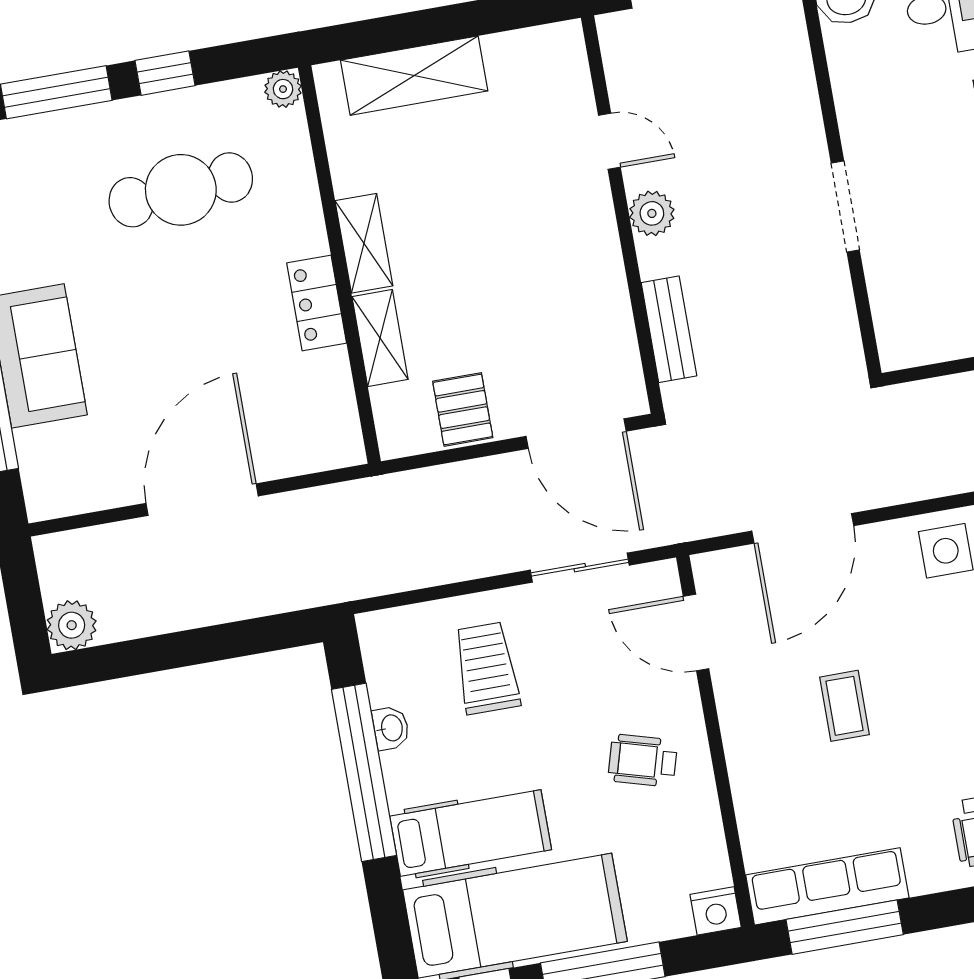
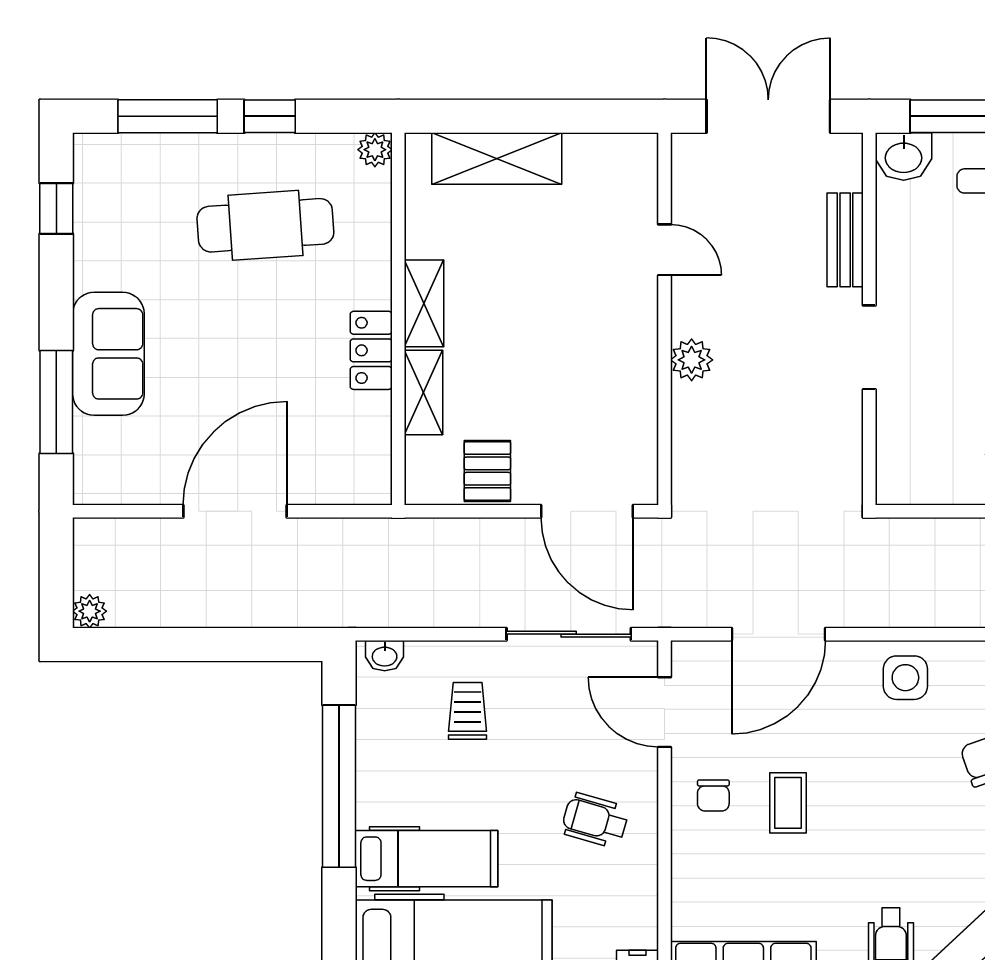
plant: (652, 213) -> (692, 360), moved
bench: (669, 329) -> (845, 240), moved
sliding door: (580, 568) -> (569, 634), width x1.37
plant: (72, 625) -> (90, 611), width x0.73, depth x0.73
trolley: (487, 668) -> (468, 711), width x0.73, depth x0.72
chair: (764, 712) -> (713, 795), added
washbasin: (391, 728) -> (385, 656), moved, turned 90

